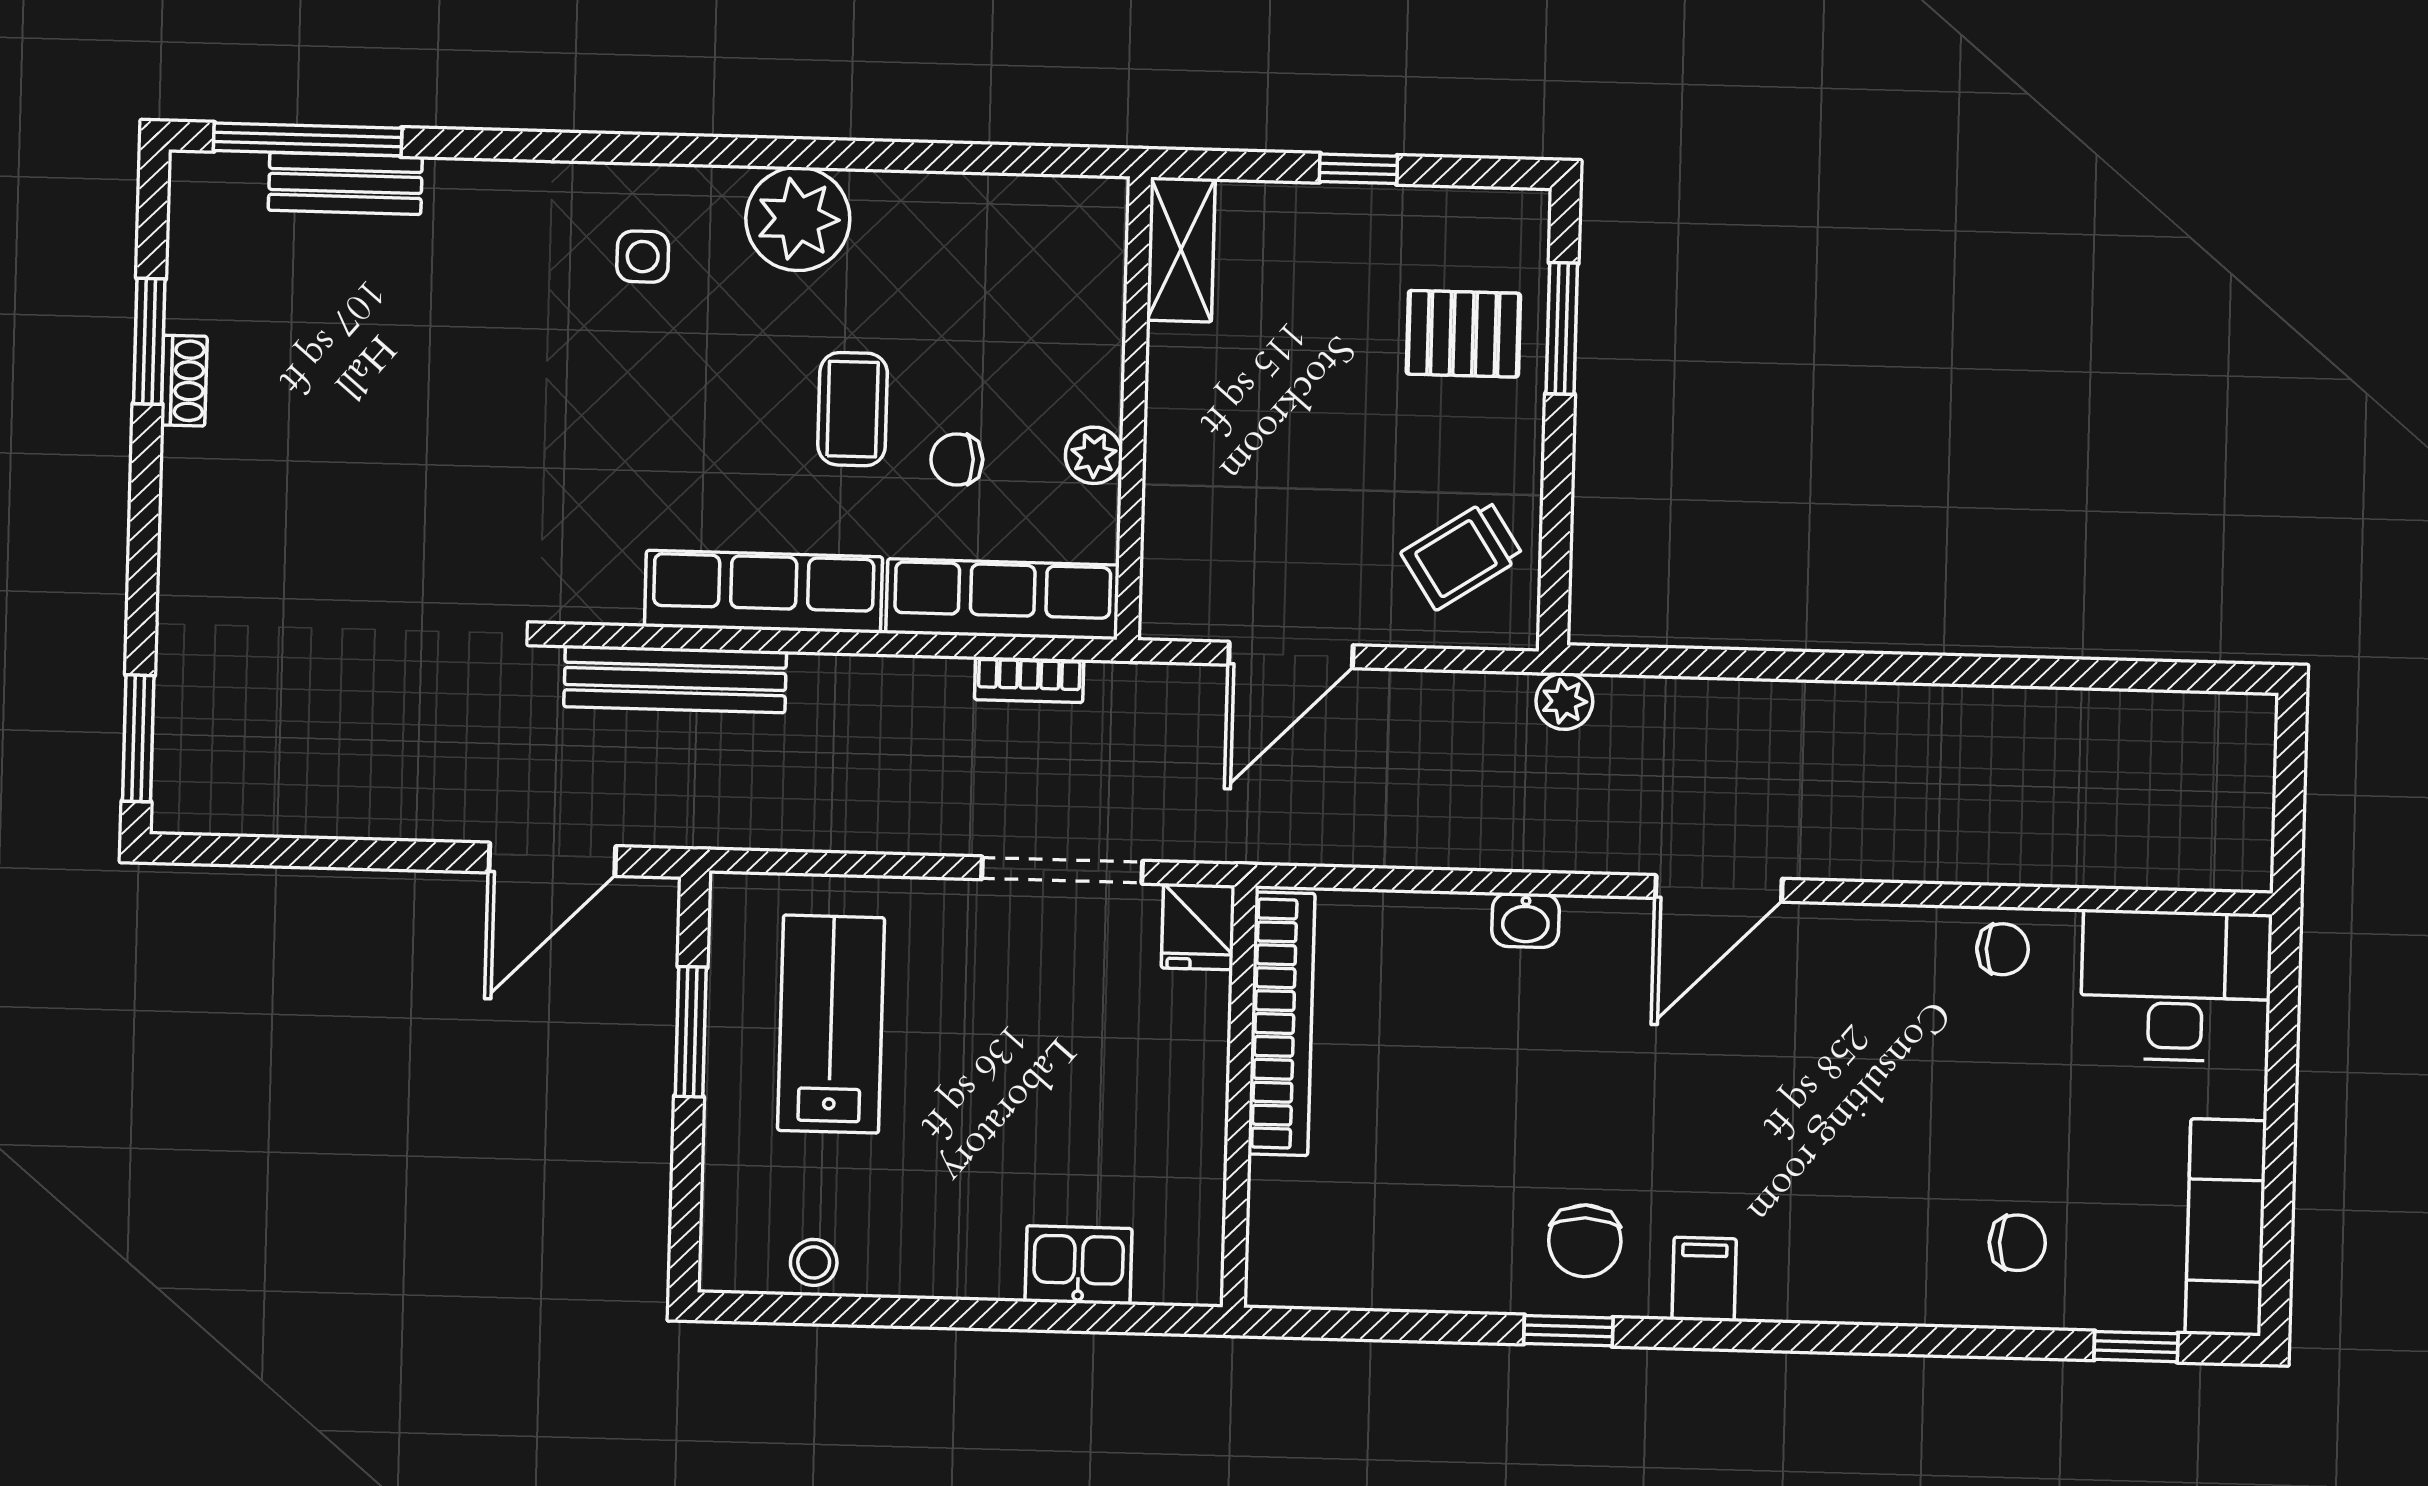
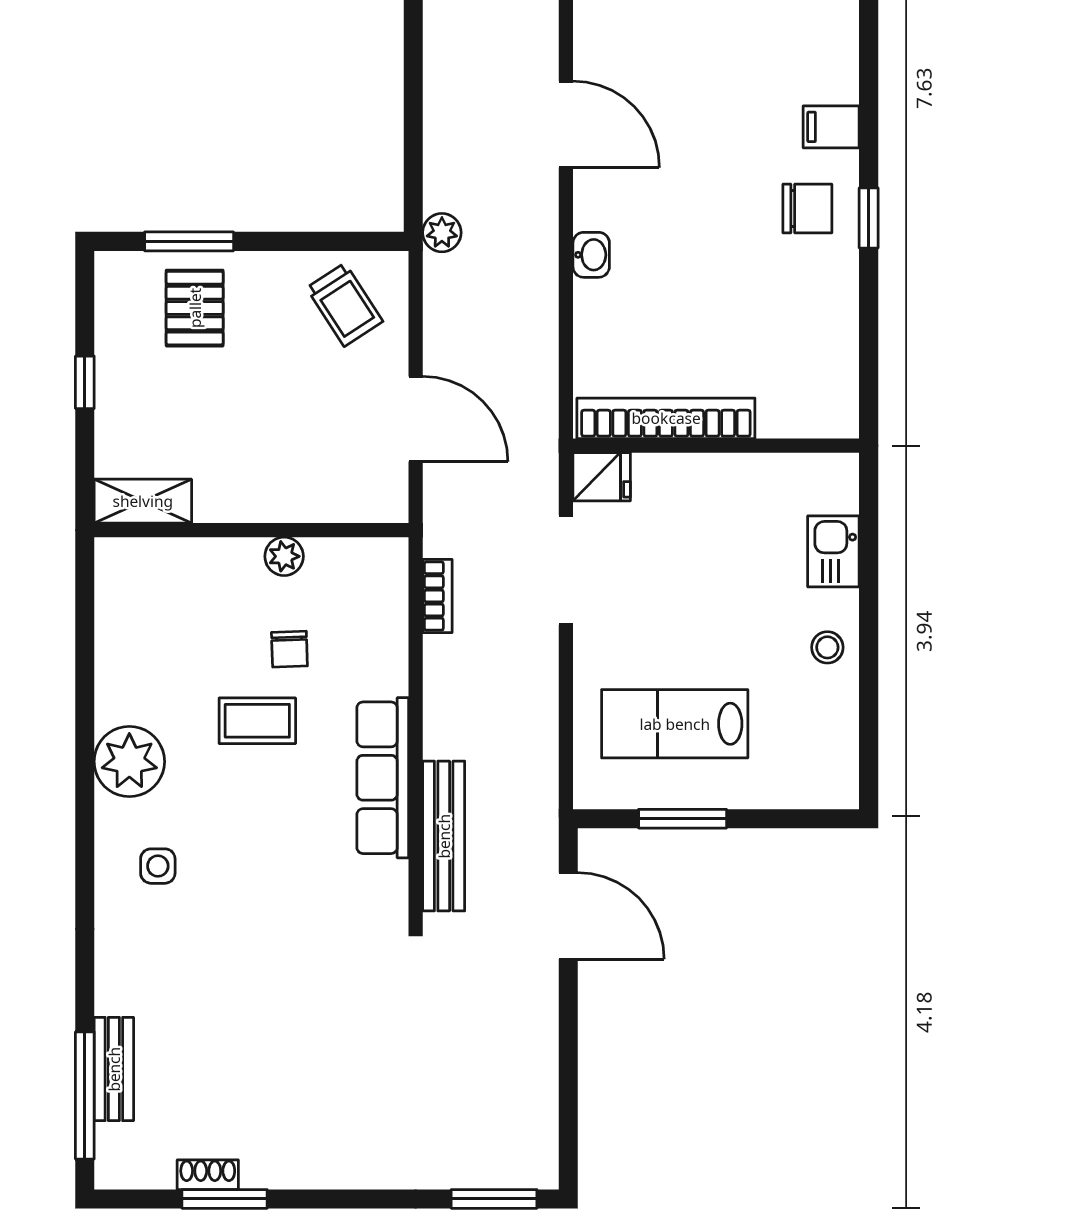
shoe rack: (184, 381) -> (208, 1175), moved
row of seats: (1002, 599) -> (383, 616), removed
stool: (814, 1262) -> (827, 647), moved

